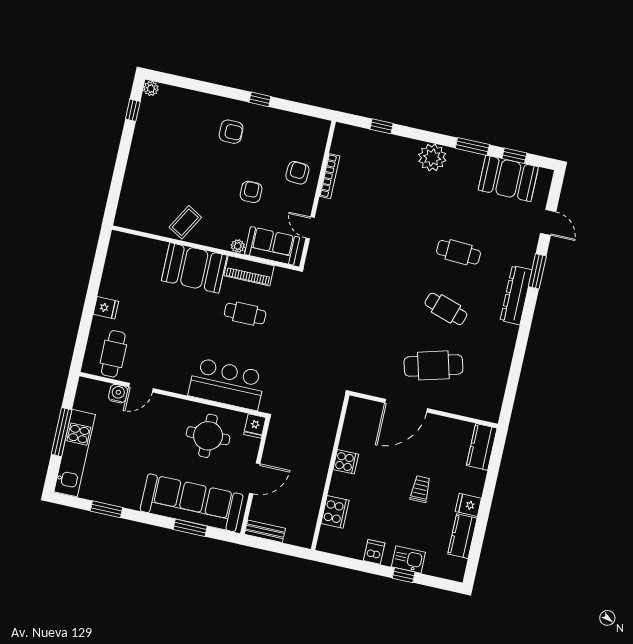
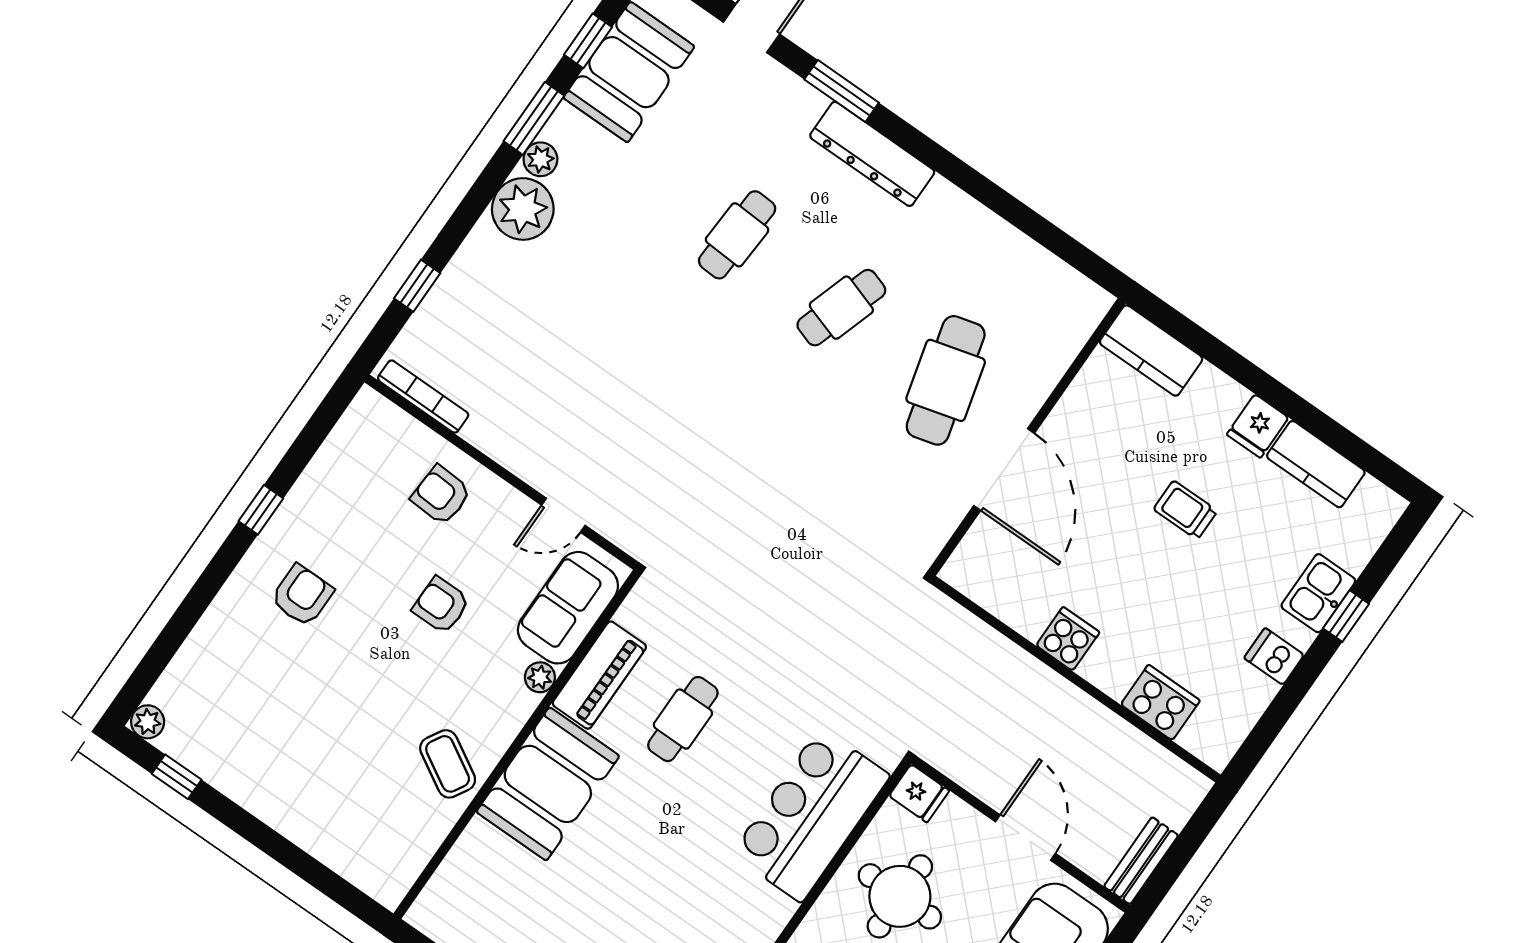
plant: (456, 156) -> (540, 159), added
bookcase: (330, 176) -> (423, 397), moved

